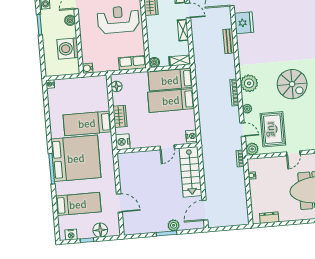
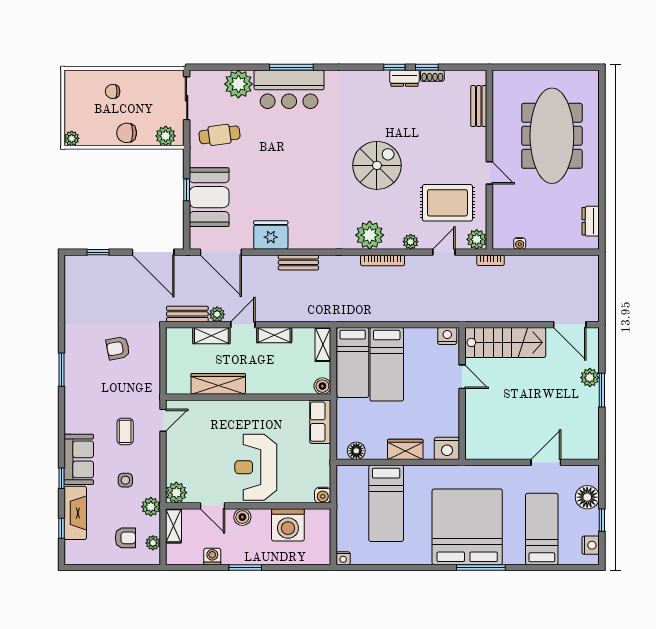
reception desk: (118, 20) -> (256, 467), moved
bed: (87, 123) -> (386, 503), moved

